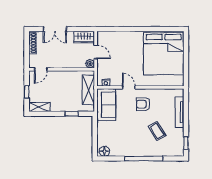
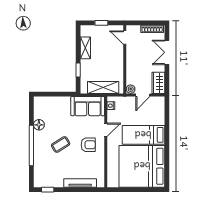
bed: (134, 51) -> (143, 135), added
armchair: (143, 104) -> (88, 145), turned 90
shelving: (39, 107) -> (85, 48), moved
coffee table: (157, 131) -> (61, 144), moved
floor lamp: (104, 151) -> (39, 125), moved

